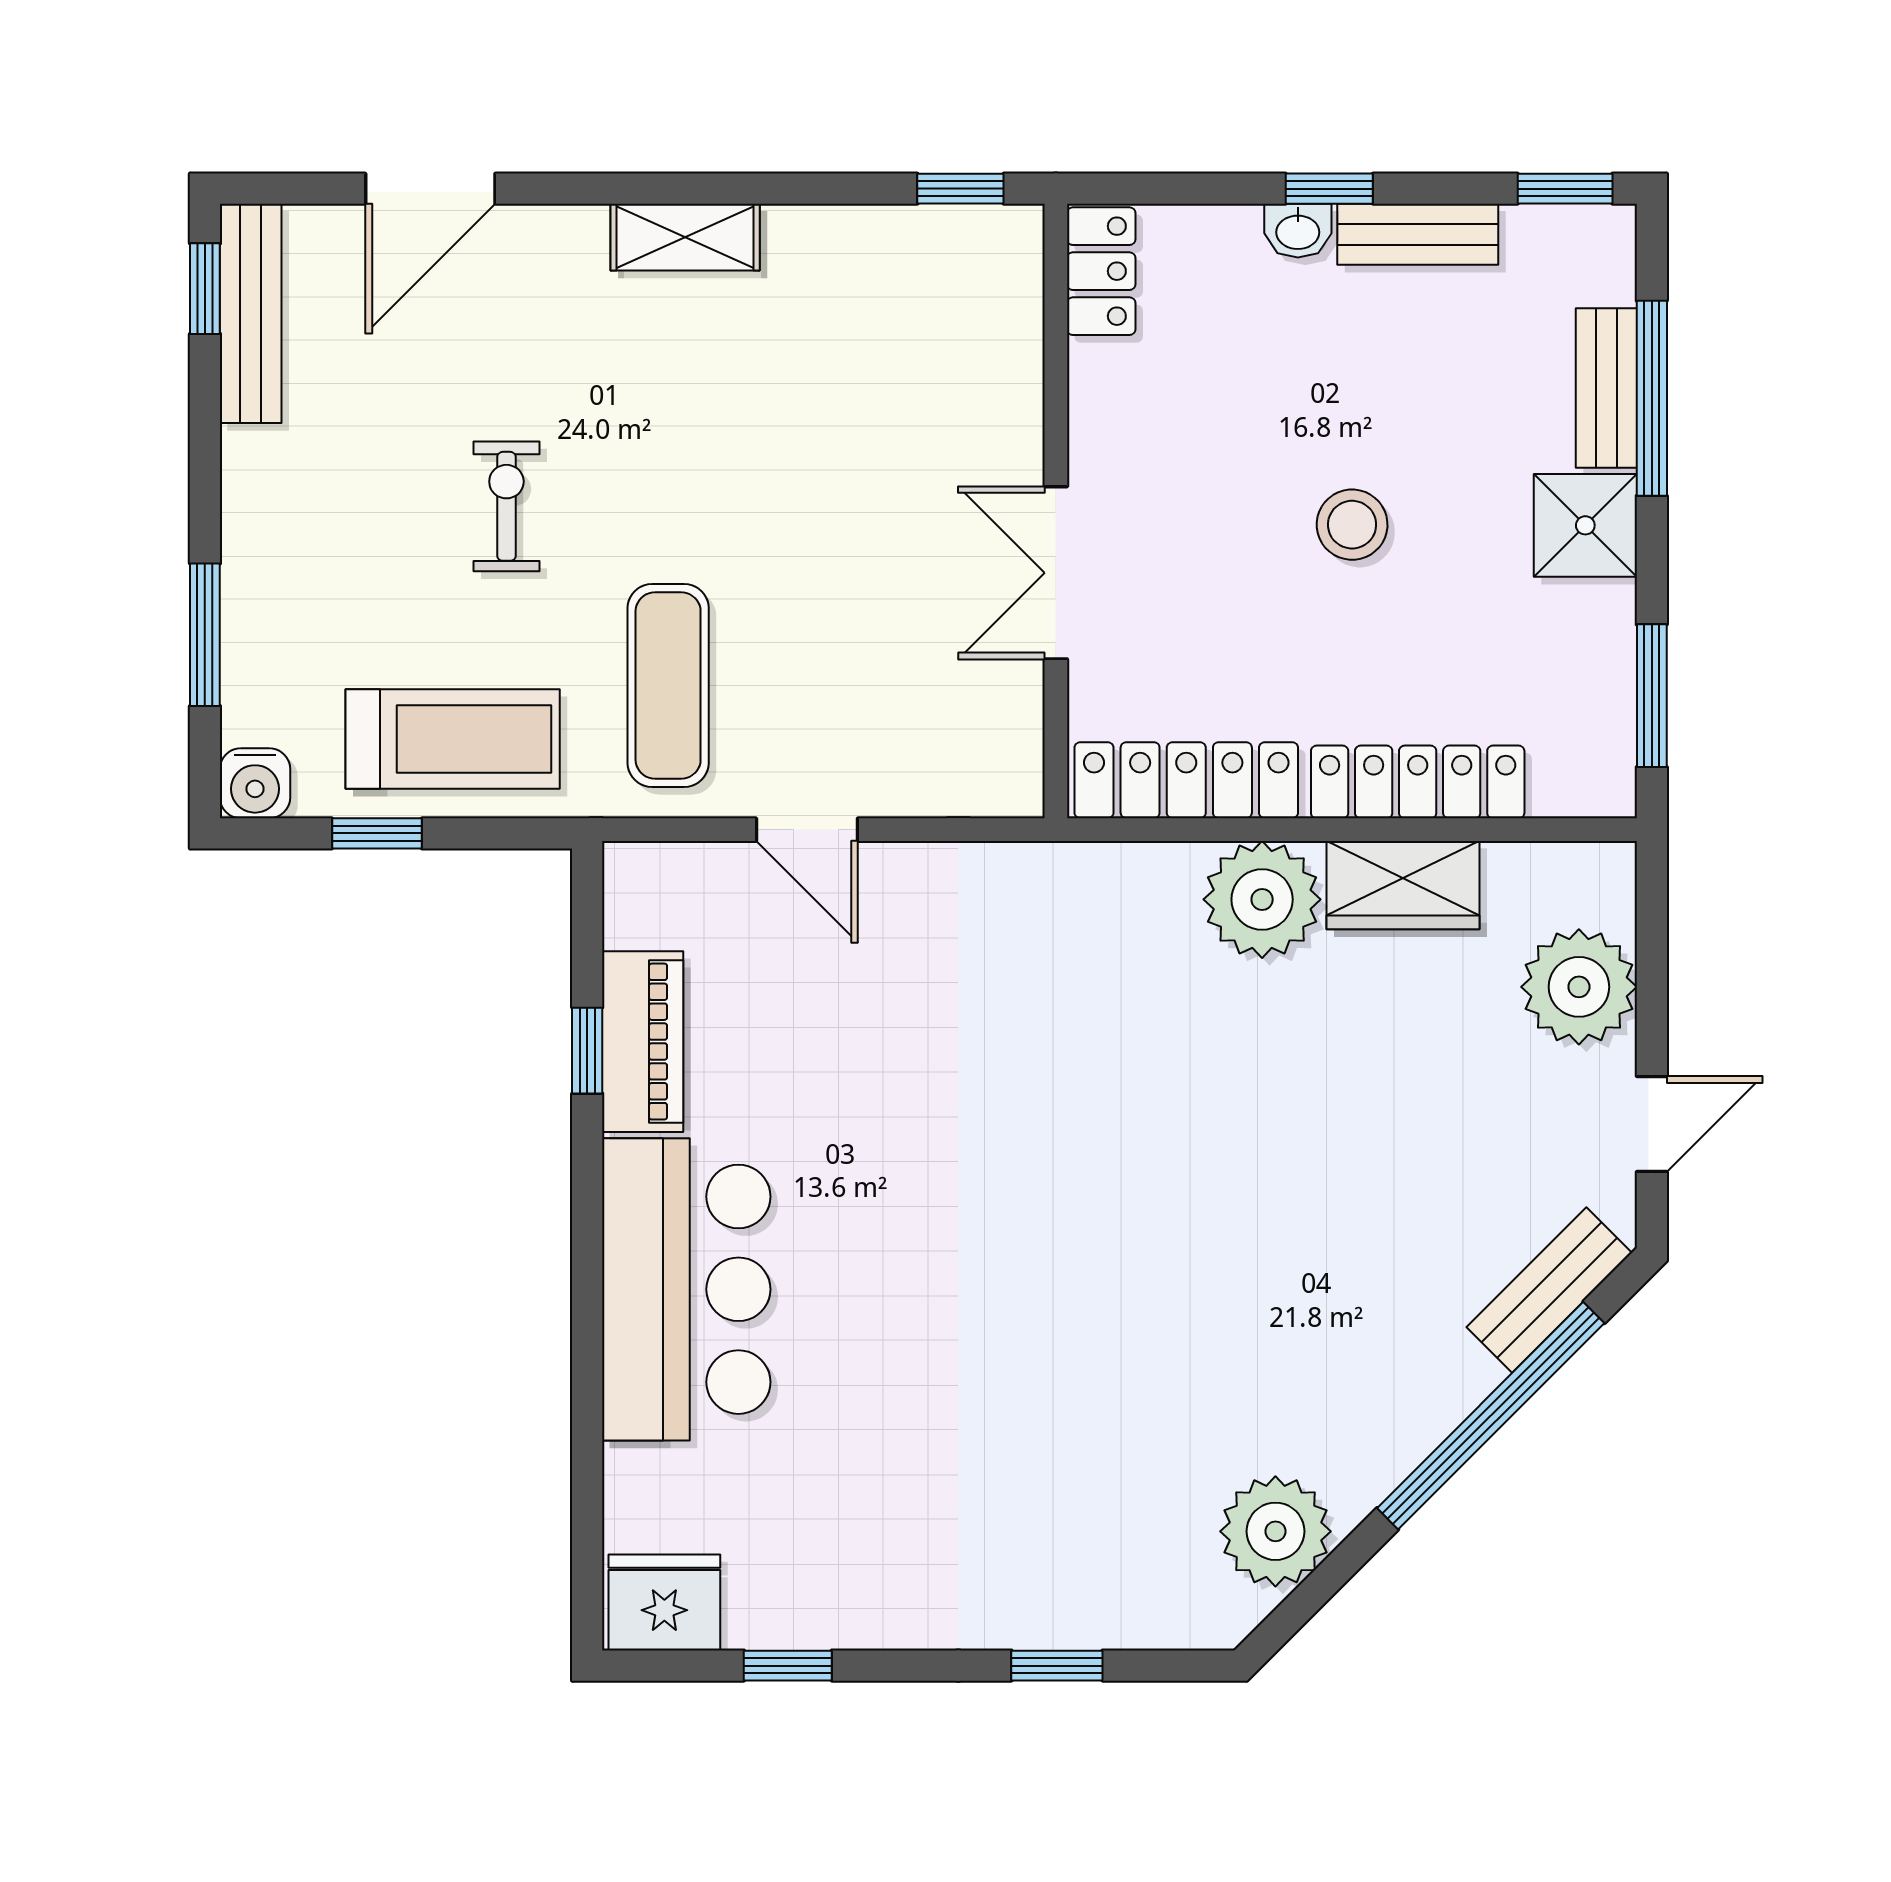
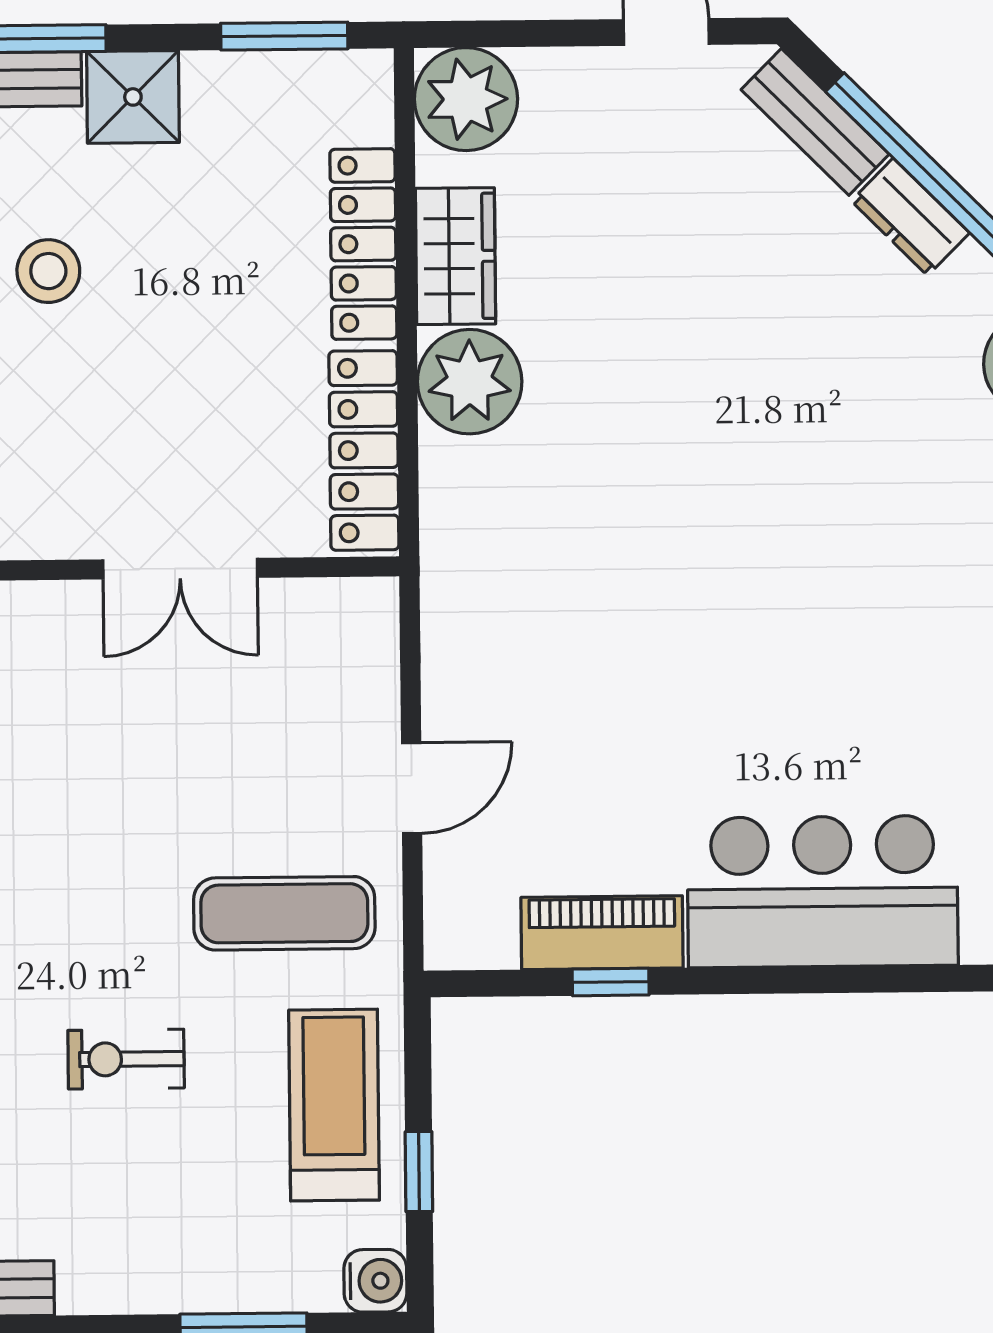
stool: (1352, 525) -> (48, 271), moved
plant: (1579, 987) -> (466, 99), moved
dresser: (1442, 1396) -> (910, 217), added

